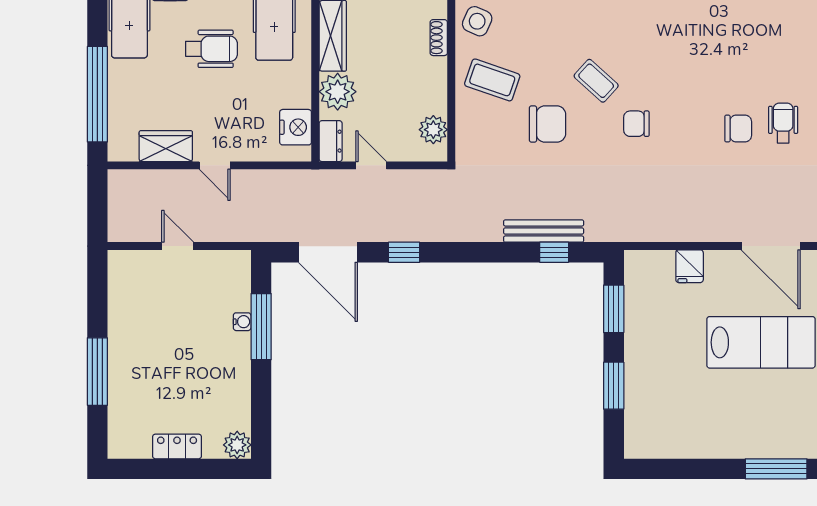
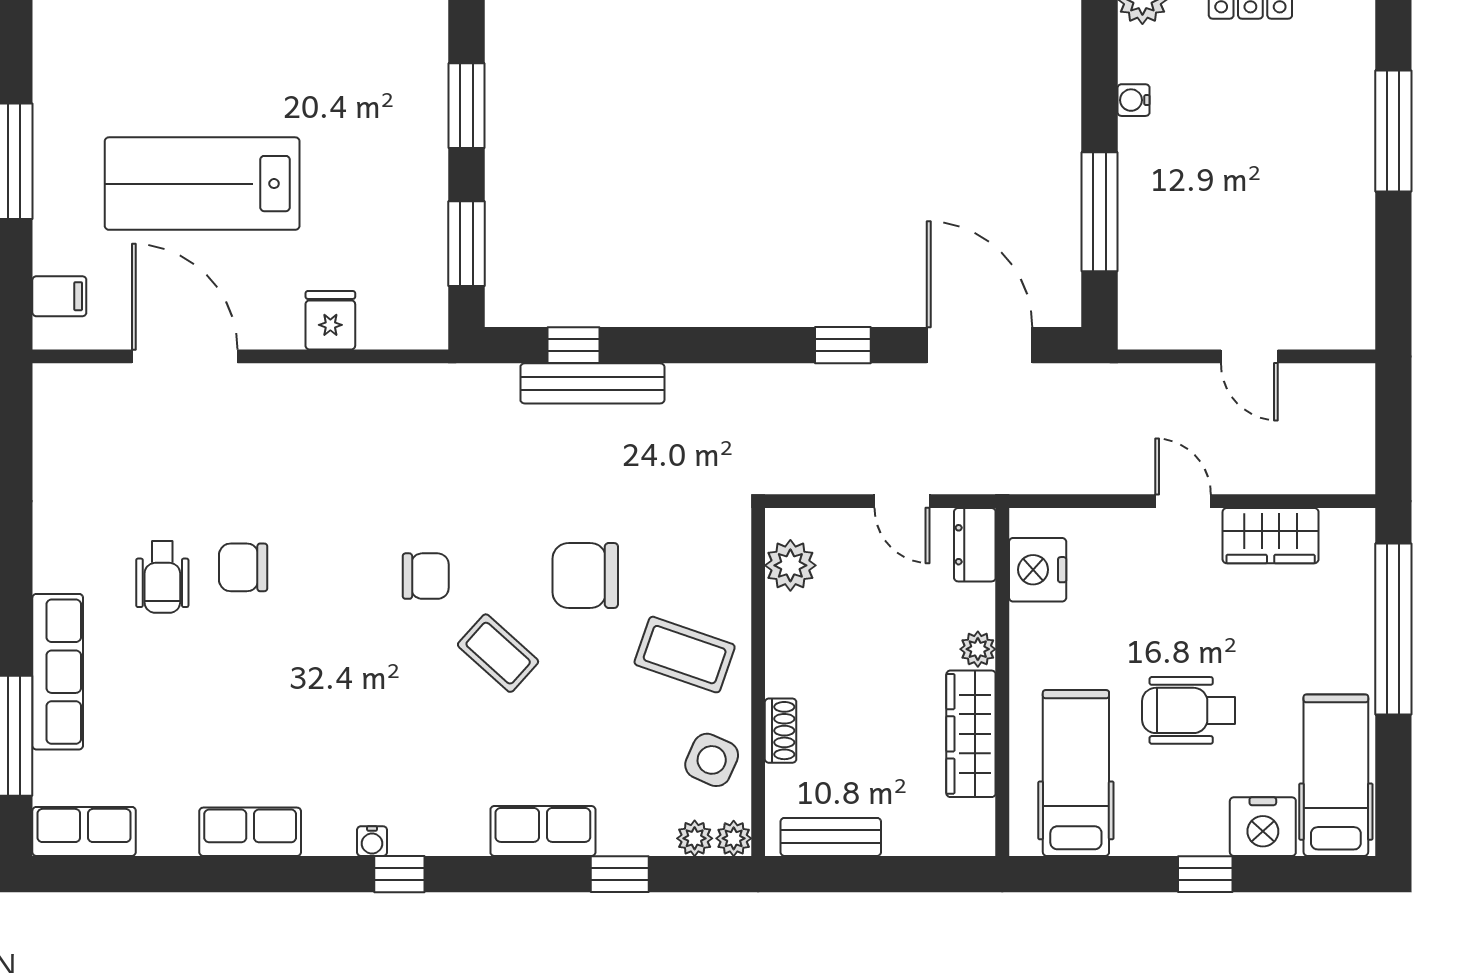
plant: (338, 92) -> (978, 649), width x0.53, depth x0.53
water cooler: (242, 322) -> (1134, 100), moved

